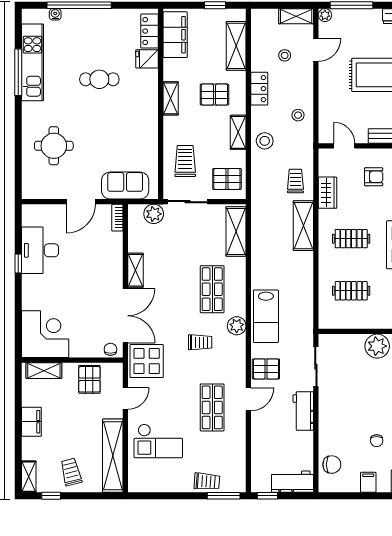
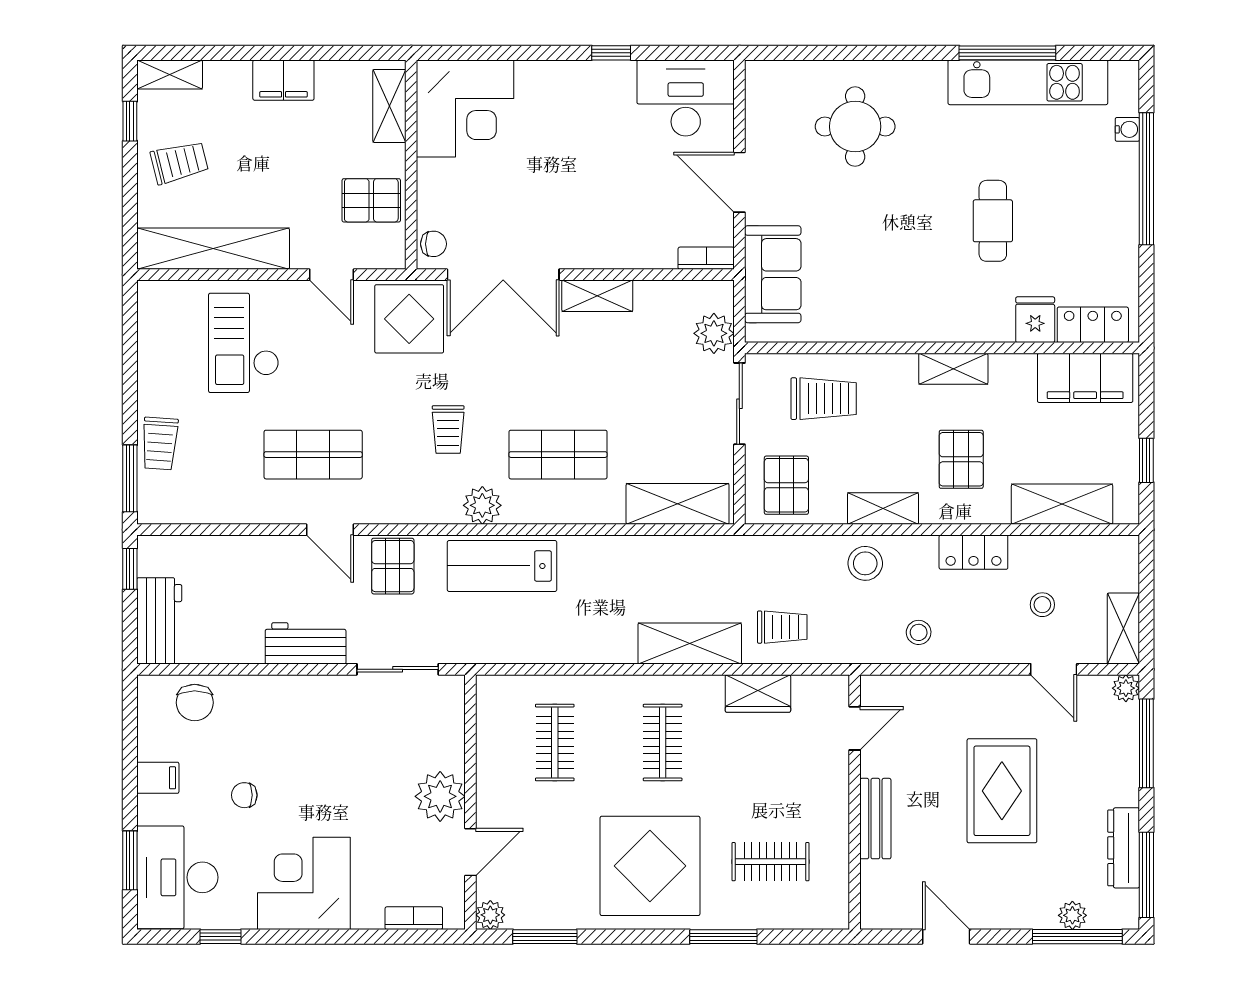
armchair: (374, 177) -> (791, 789), removed
desk: (40, 250) -> (686, 98), moved

